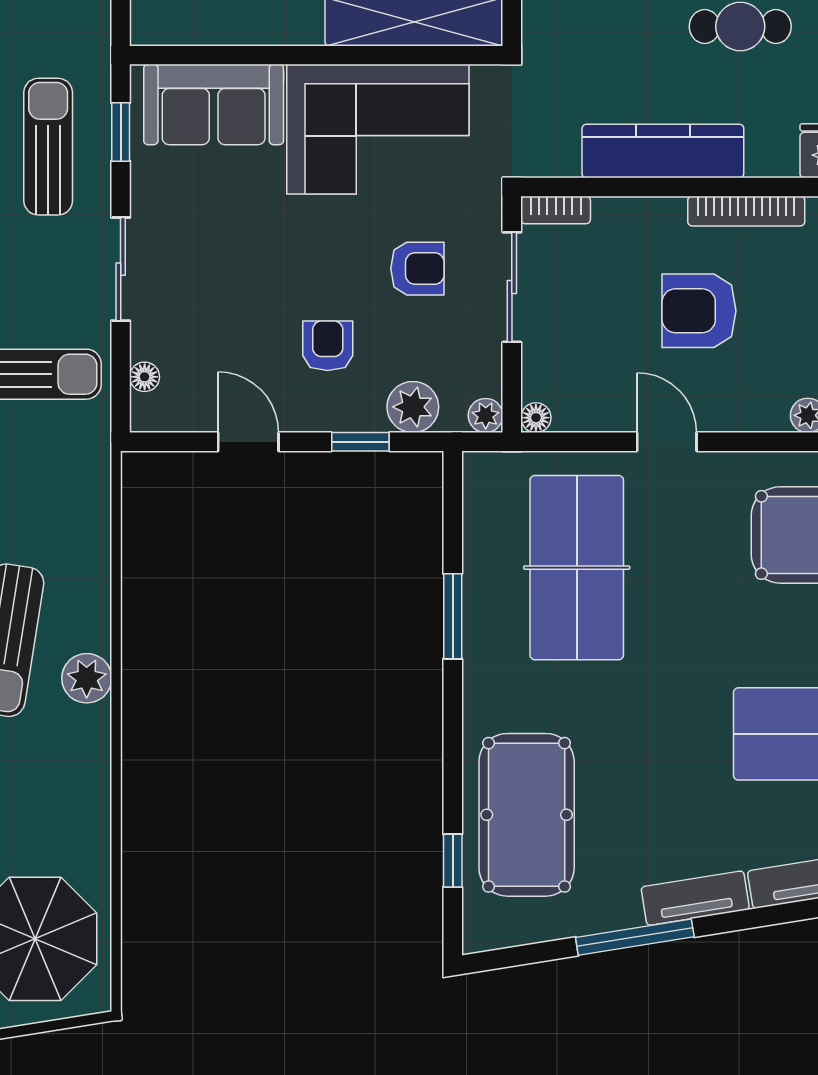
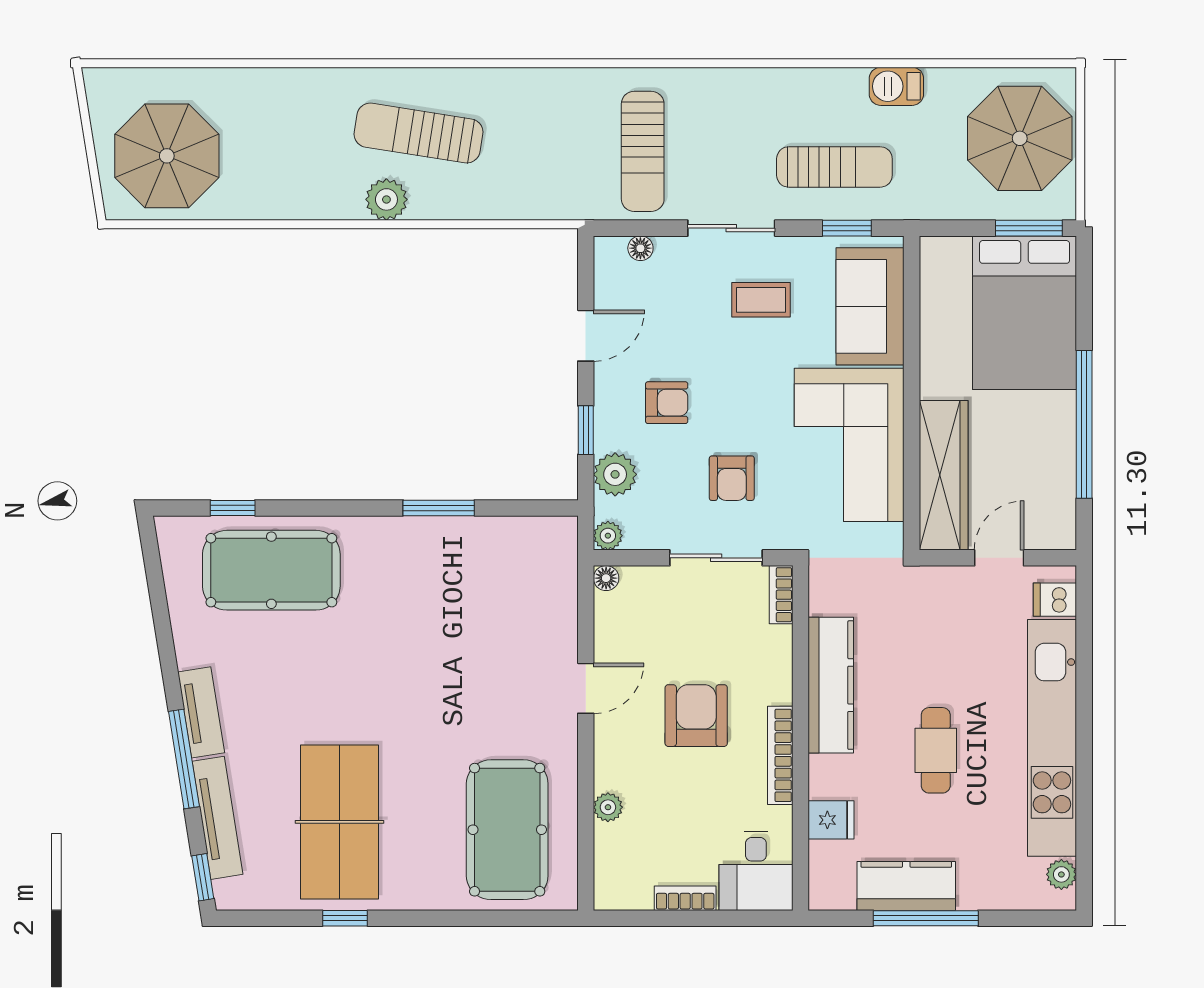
coffee table: (206, 234) -> (761, 300), added
table tennis table: (577, 568) -> (480, 613), removed
window: (635, 937) -> (184, 759), moved

